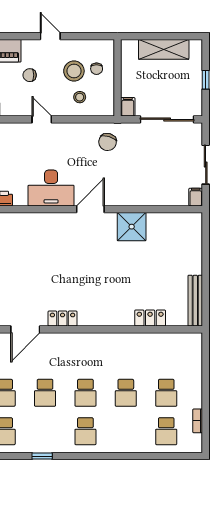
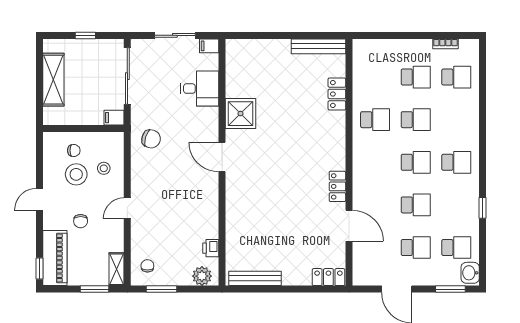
desk: (51, 188) -> (200, 89), moved, width x0.73
school desk: (126, 354) -> (375, 120), added

